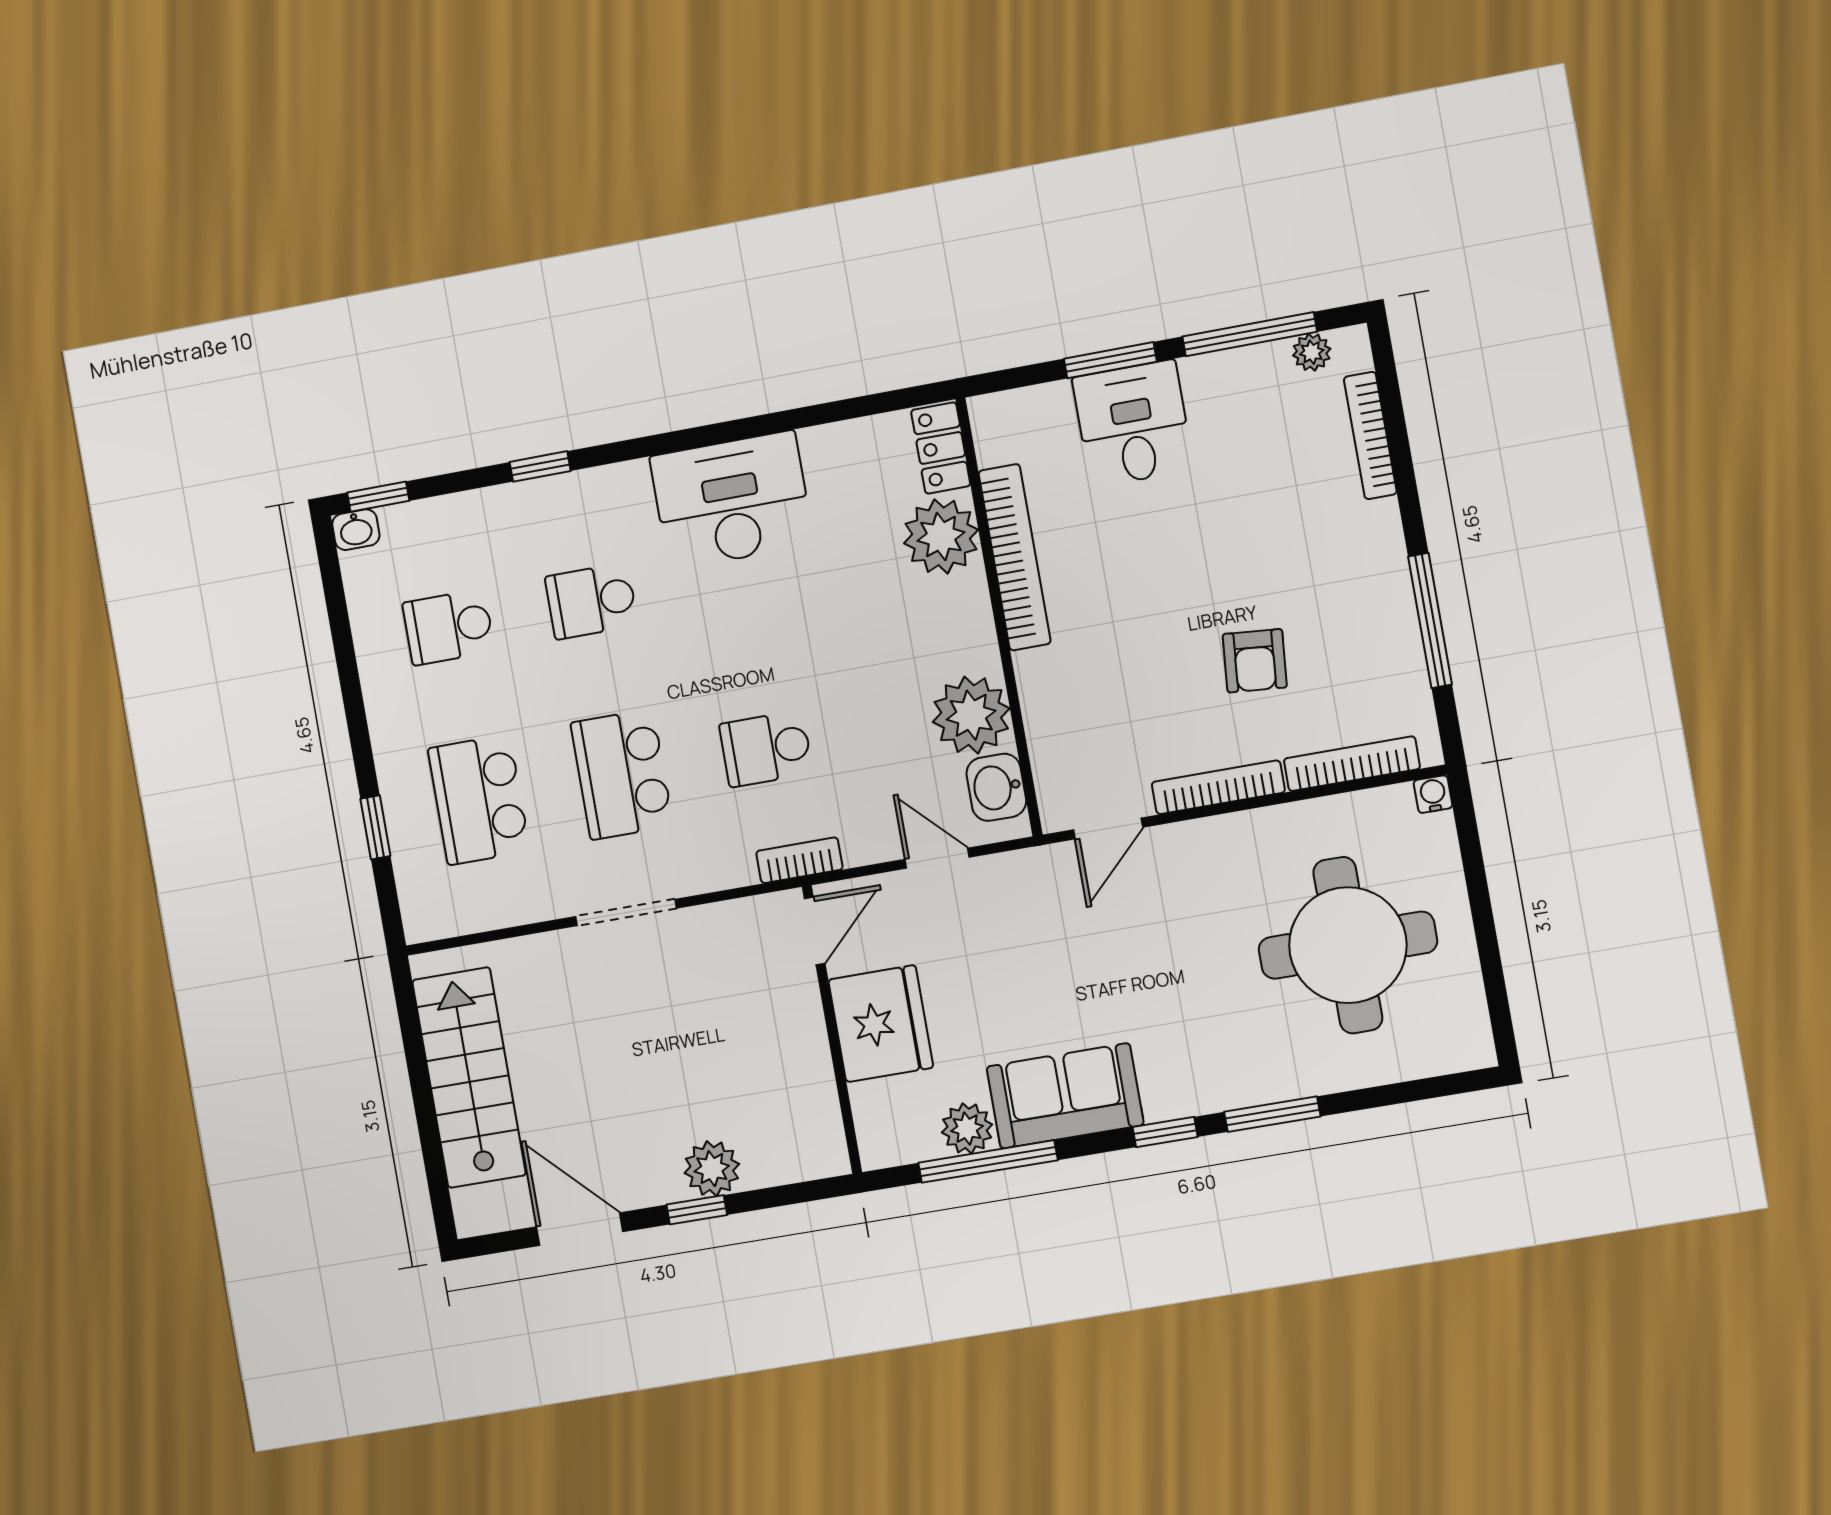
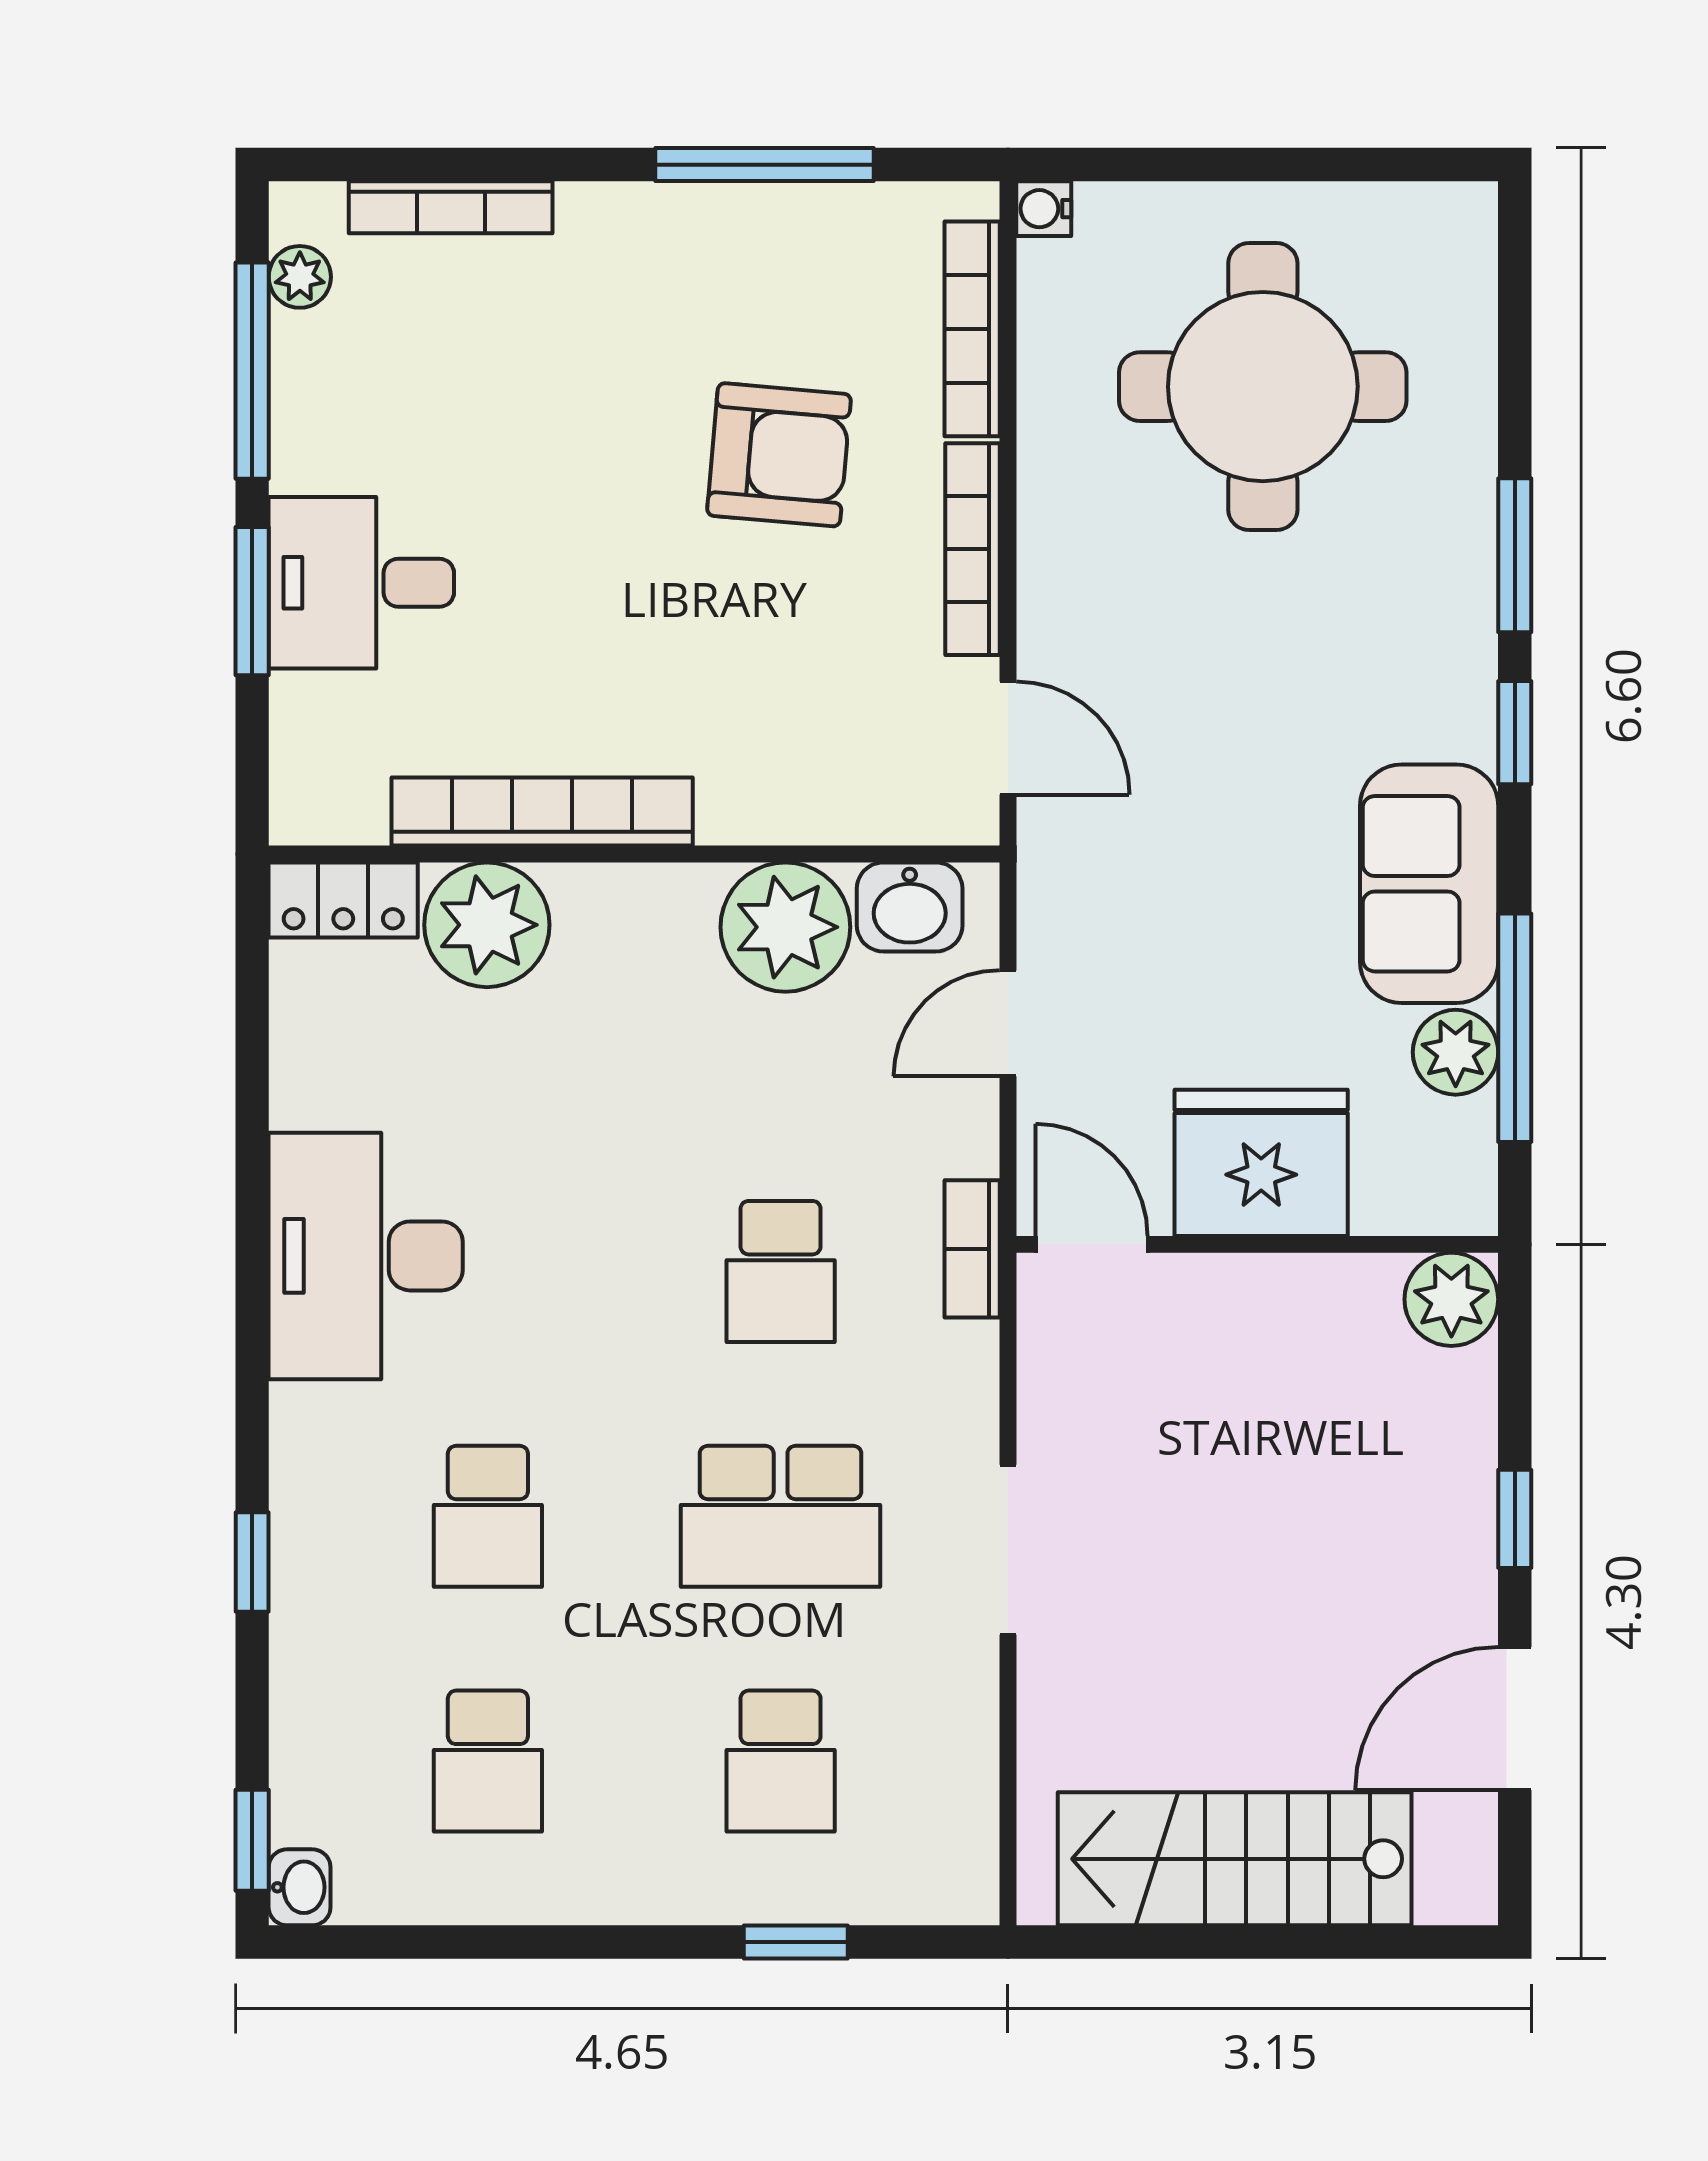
armchair: (1255, 661) -> (779, 455), width x1.38, depth x1.38
school desk: (479, 800) -> (781, 1761), width x0.54
plant: (712, 1169) -> (1451, 1299), moved

